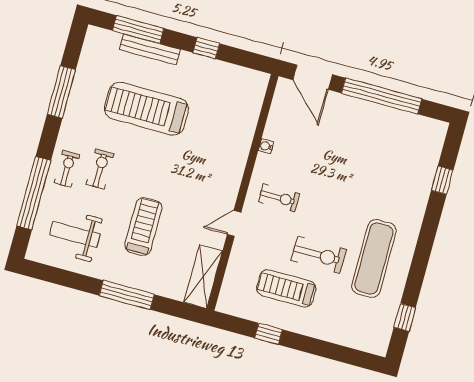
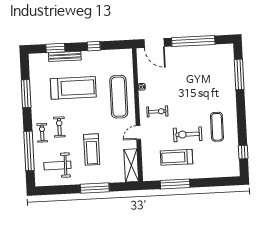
window: (138, 29) -> (55, 48), width x0.69
treadmill: (147, 109) -> (73, 88), turned 180
exercise mat: (220, 150) -> (119, 97), added
window: (442, 180) -> (239, 74), width x2.17
treadmill: (143, 227) -> (92, 150), turned 180
exercise bike: (319, 255) -> (188, 134), turned 180
exercise mat: (374, 259) -> (217, 127), width x0.73, depth x0.69
window: (268, 334) -> (175, 184), width x2.17

